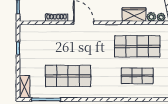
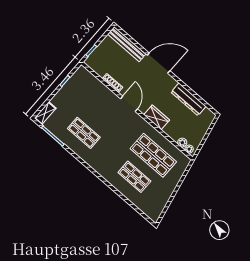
wardrobe: (134, 15) -> (157, 117), moved
shop shelf: (68, 76) -> (84, 133), width x0.70, depth x0.74

